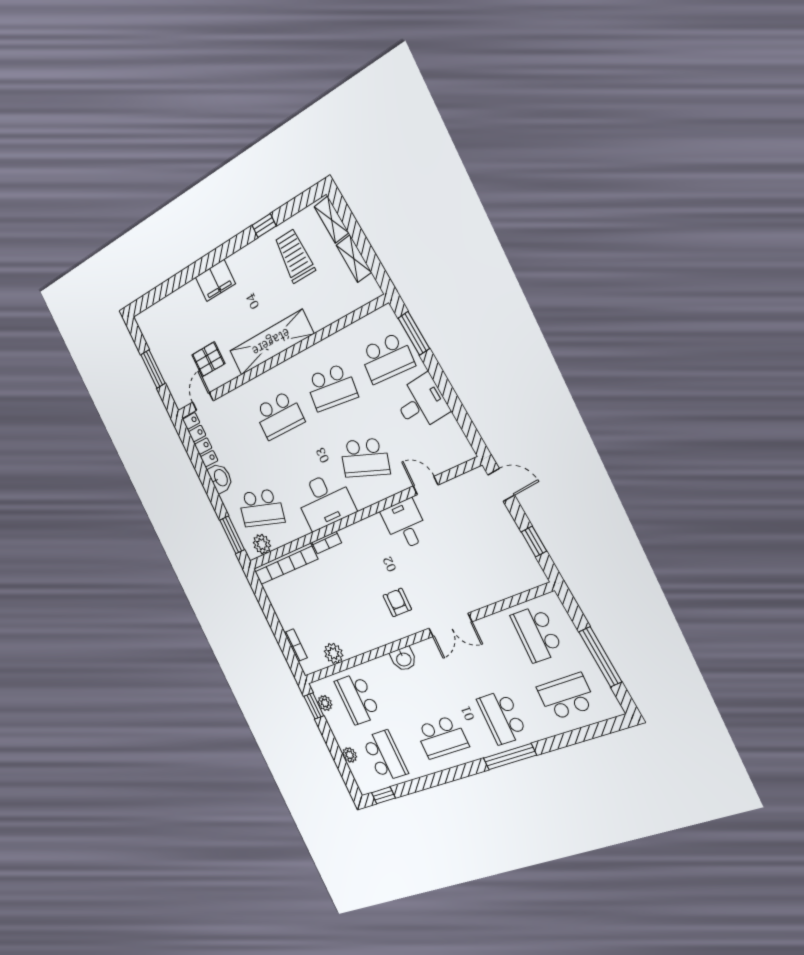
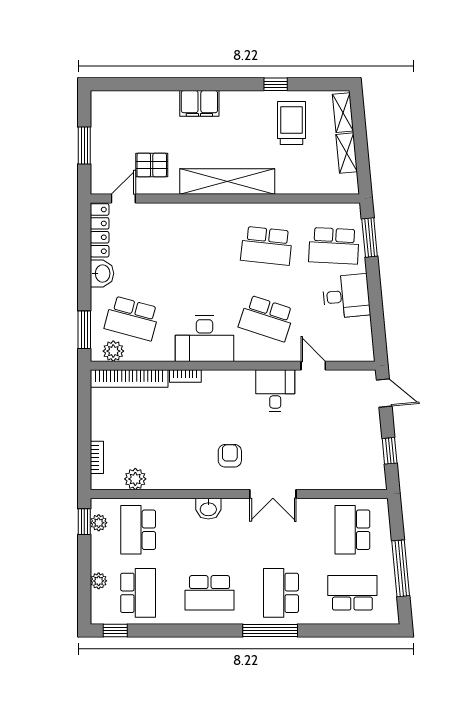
school desk: (279, 415) -> (199, 246), removed

